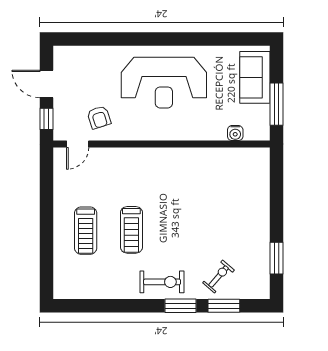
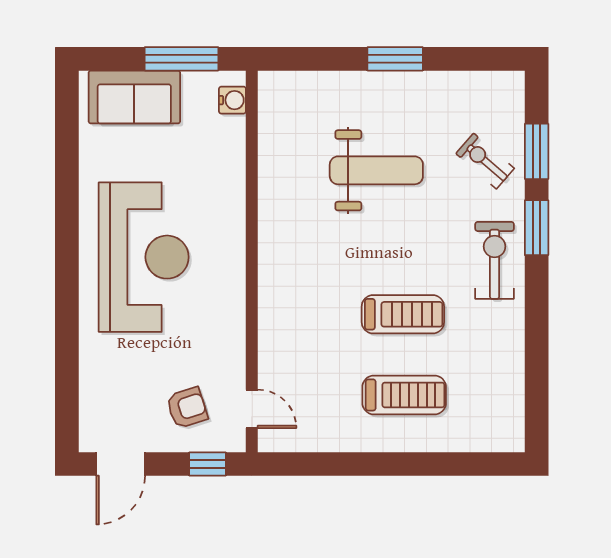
door: (46, 84) -> (121, 464), moved
armchair: (99, 117) -> (187, 408), moved
water cooler: (235, 133) -> (232, 100), moved
weight bench: (213, 215) -> (376, 170), added
window: (277, 258) -> (395, 59), moved

